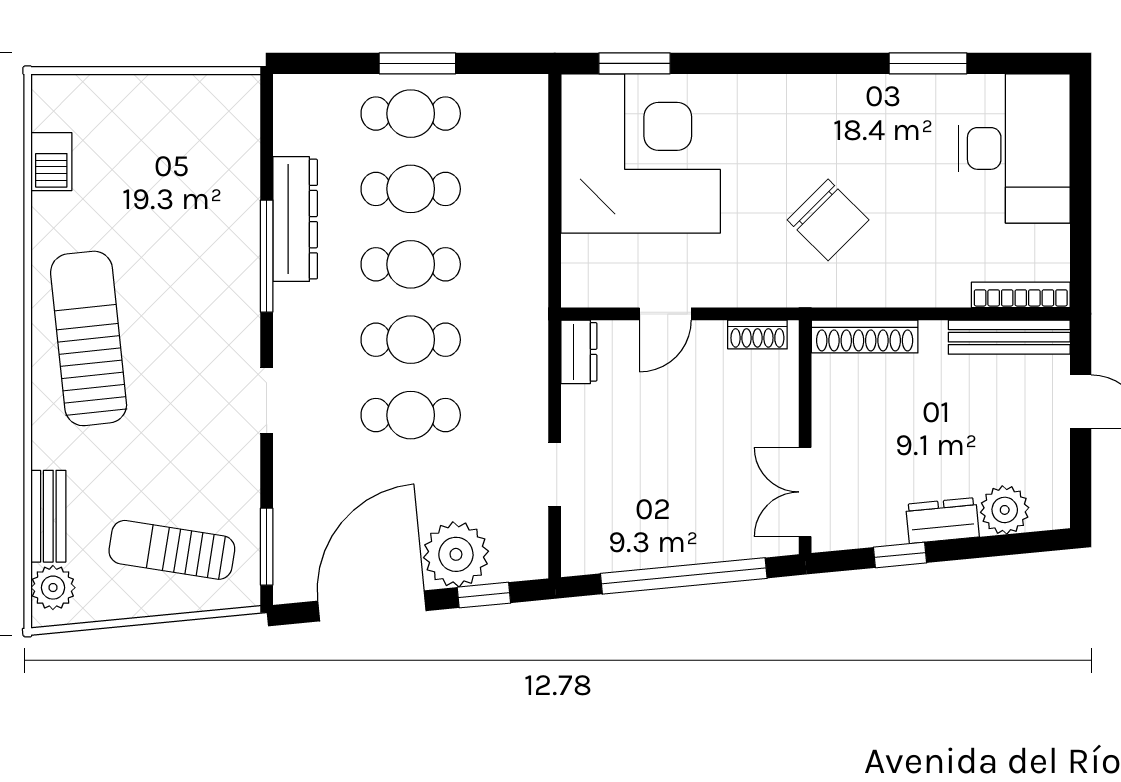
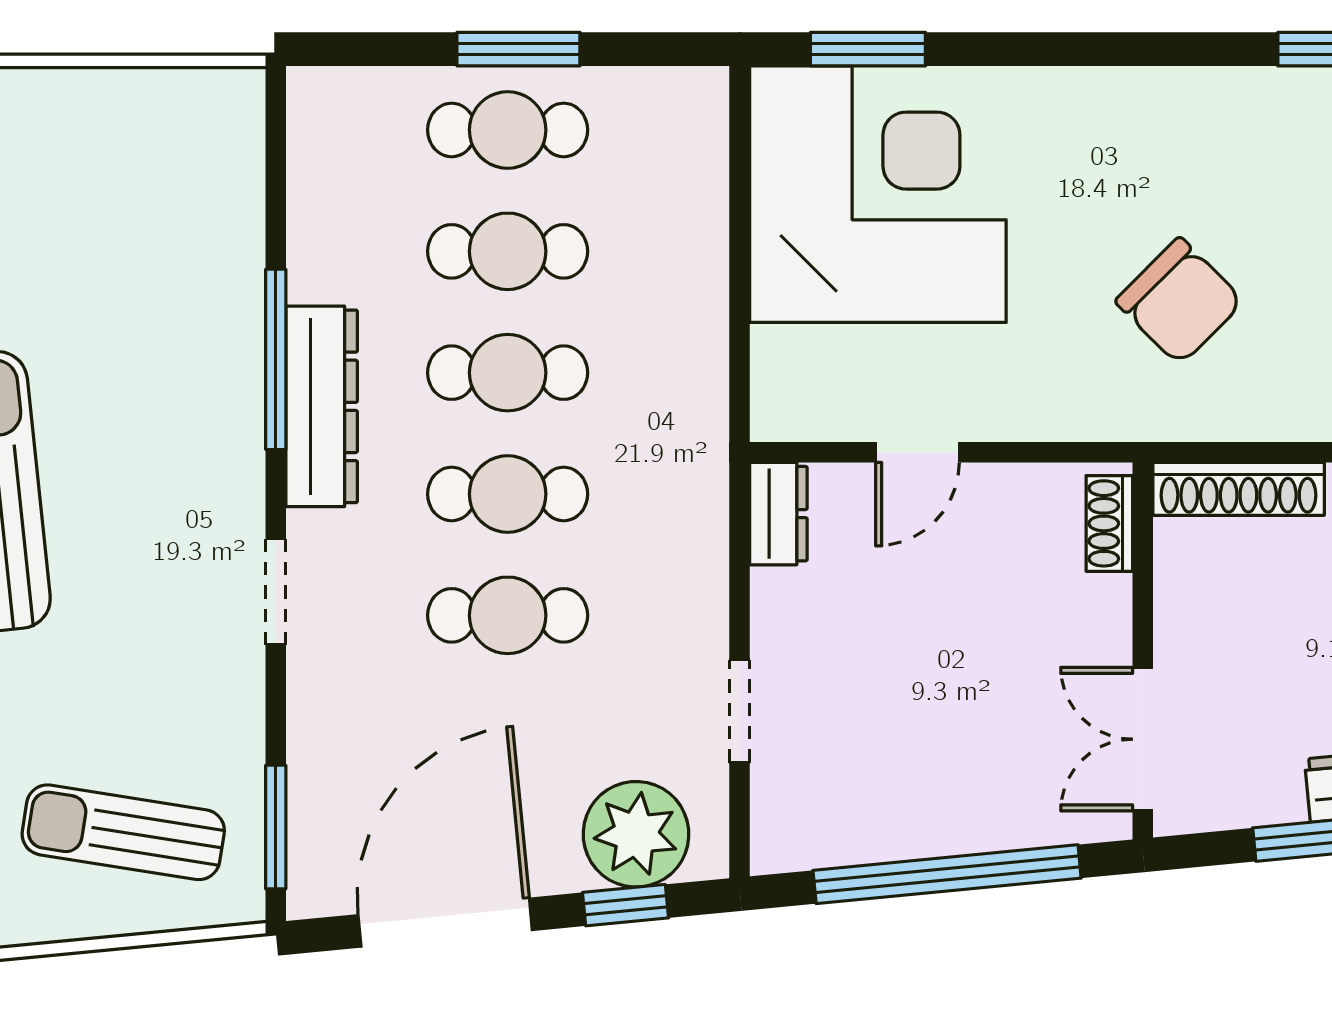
dresser: (295, 219) -> (322, 406), moved
shoe rack: (757, 334) -> (1109, 523), moved, turned 90
plant: (456, 554) -> (636, 834), moved

